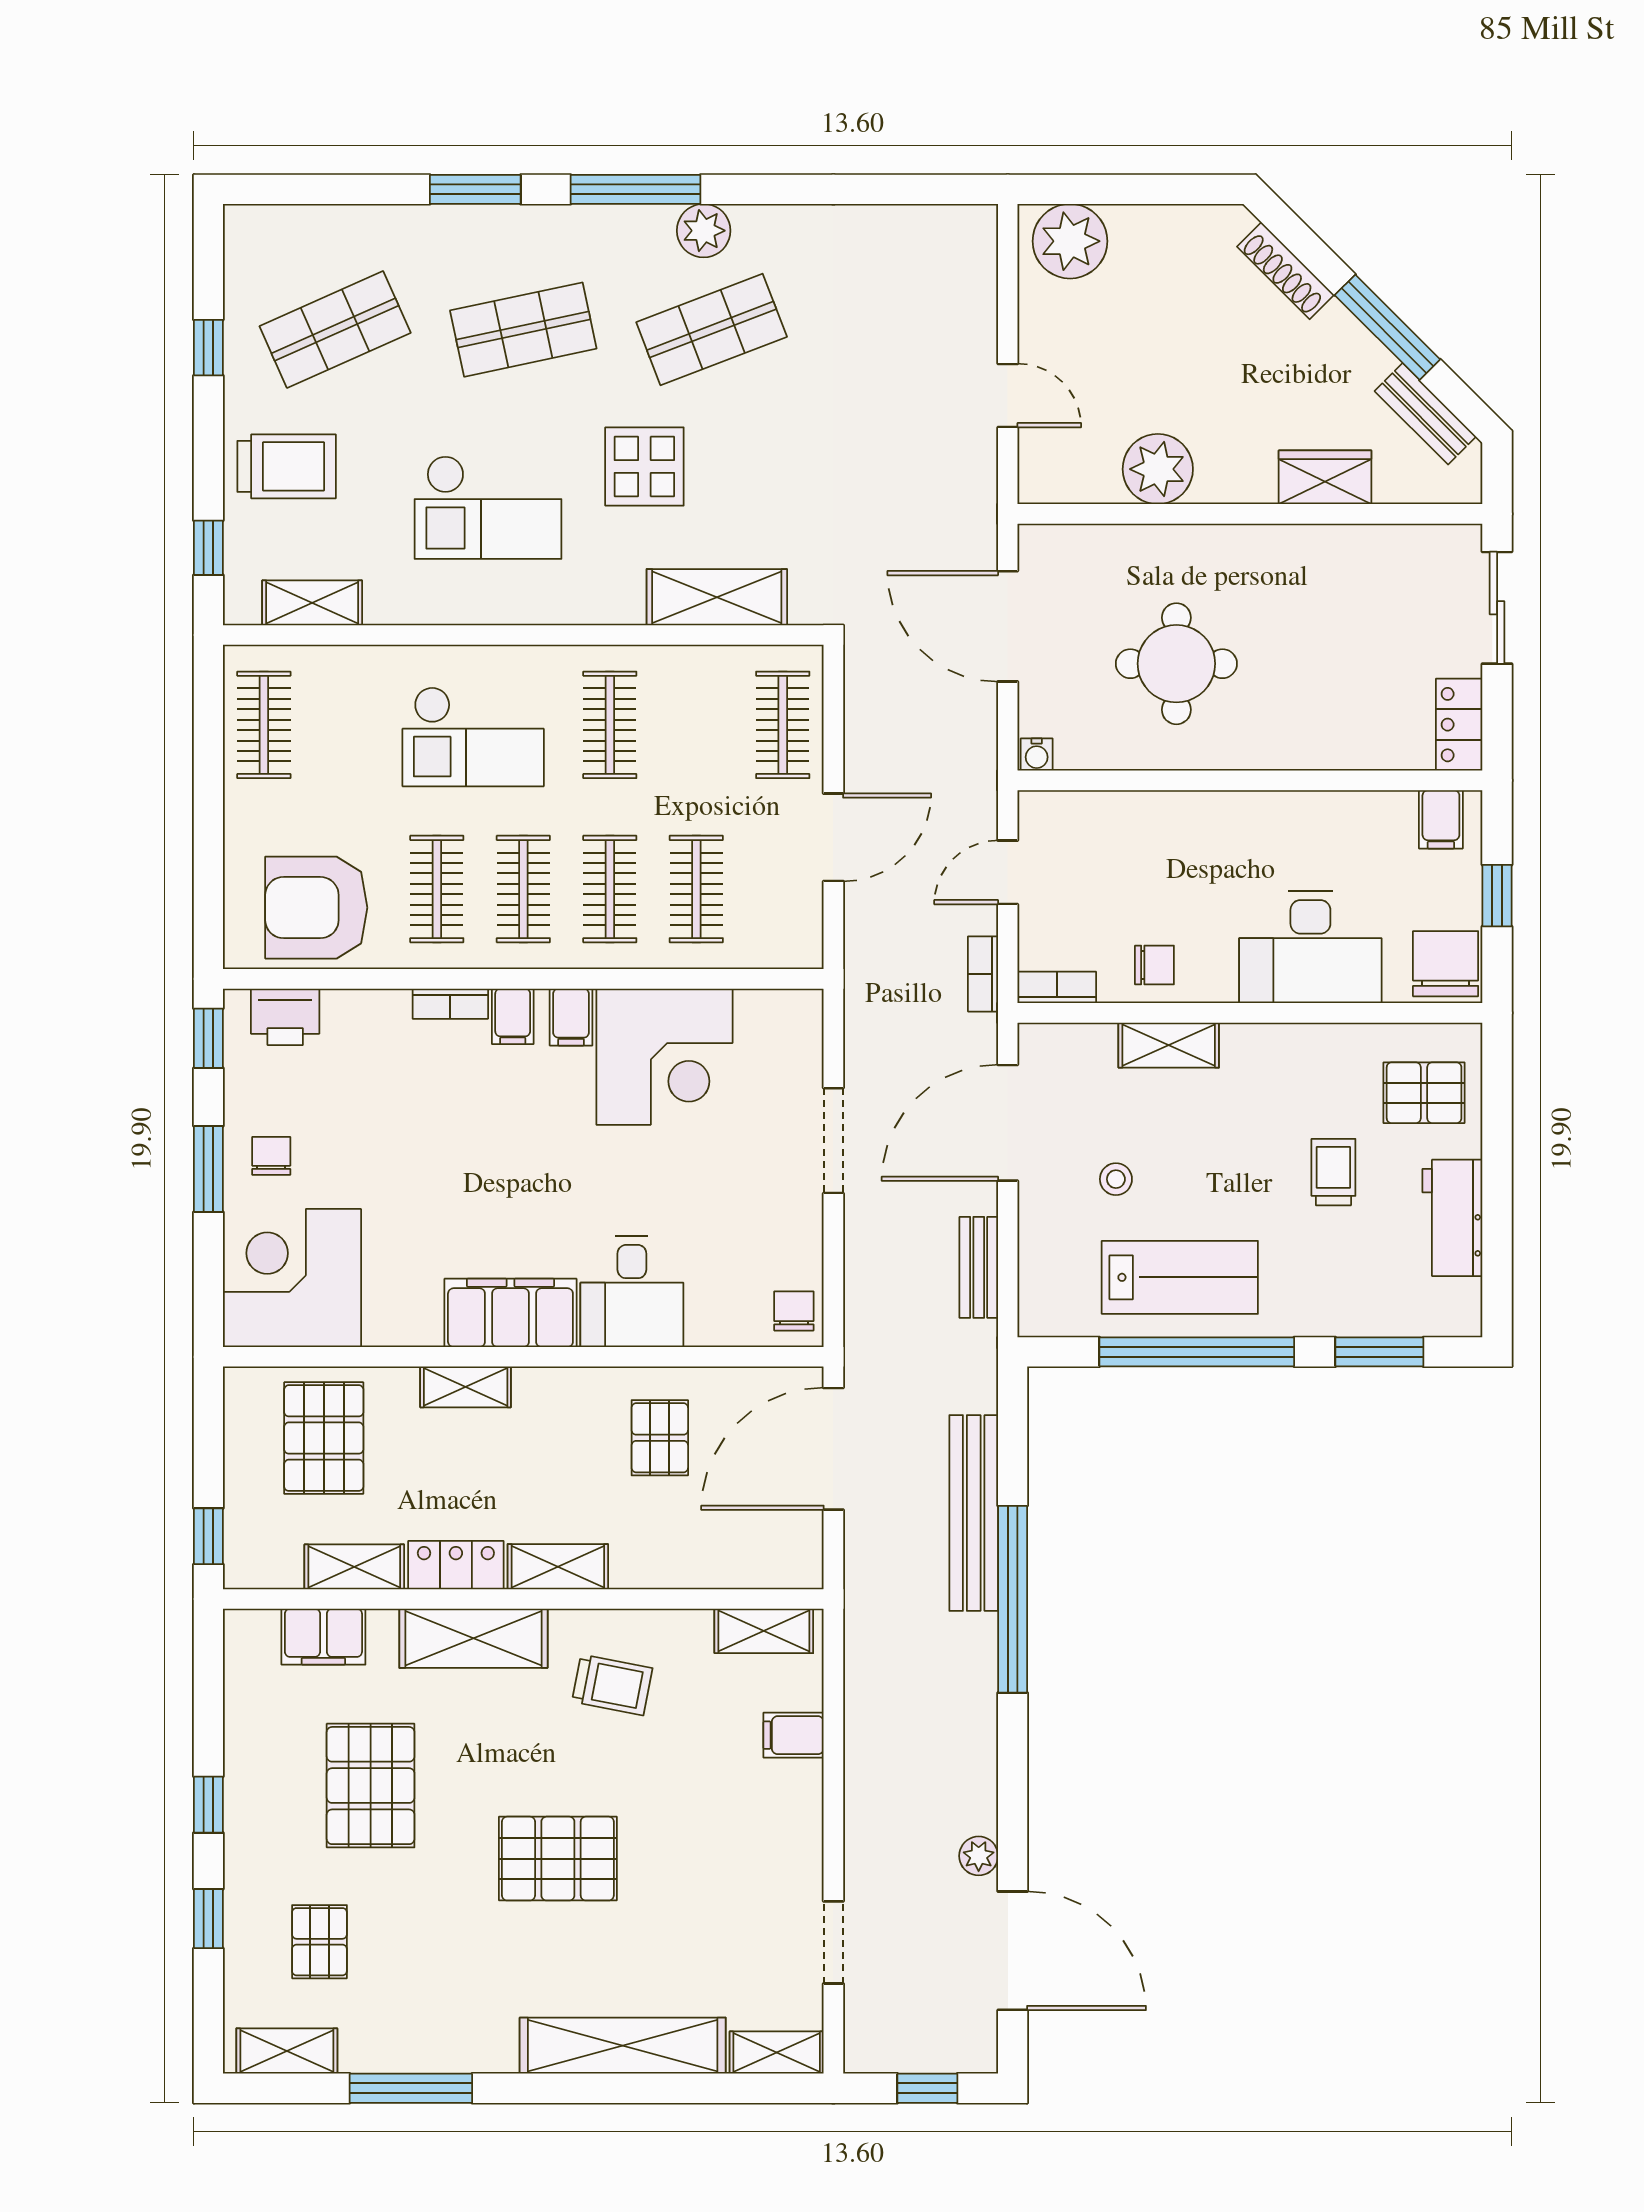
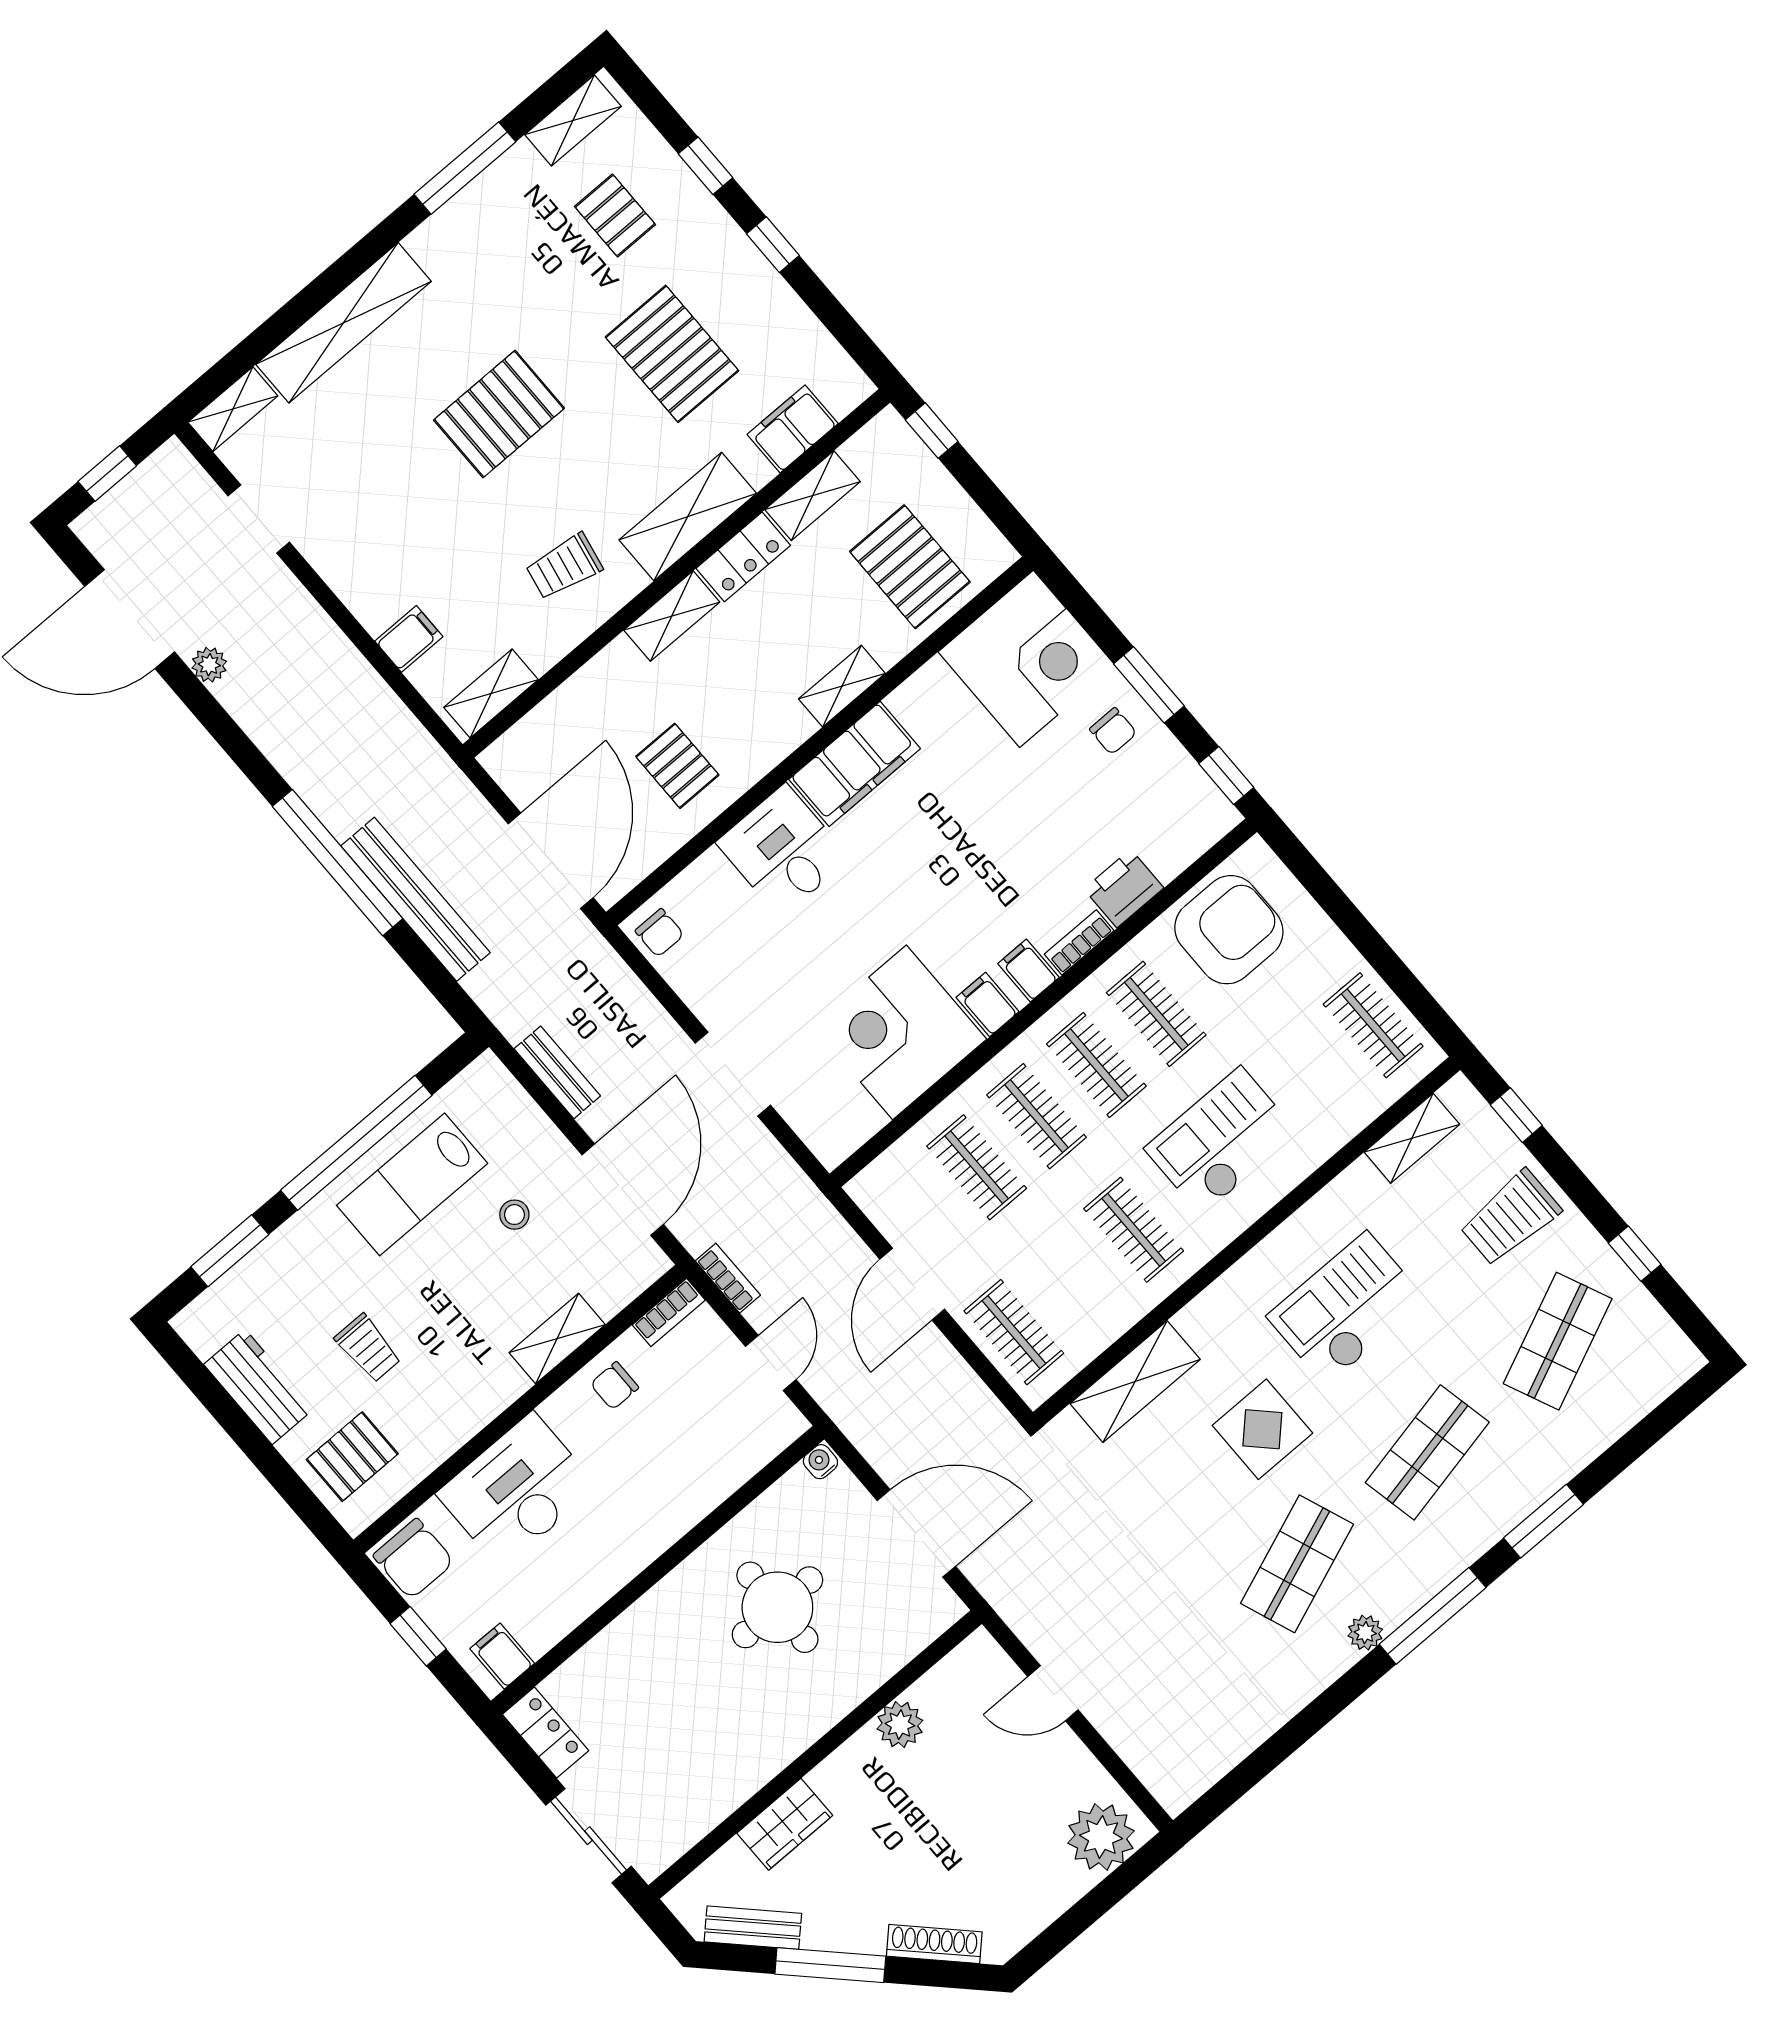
plant: (704, 231) -> (1365, 1633), width x0.73, depth x0.73
plant: (1158, 469) -> (900, 1725), width x0.73, depth x0.73
printer: (285, 1017) -> (1124, 888), moved

